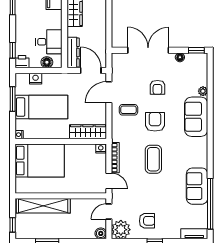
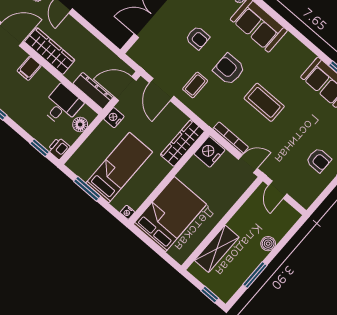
nightstand: (36, 79) -> (114, 118), moved
nightstand: (101, 149) -> (209, 152), width x1.89, depth x1.79
shelving: (43, 206) -> (217, 249), width x0.68
armchair: (147, 221) -> (319, 160), turned 90
plant: (121, 230) -> (305, 193), removed
boiler: (101, 233) -> (268, 244), moved

